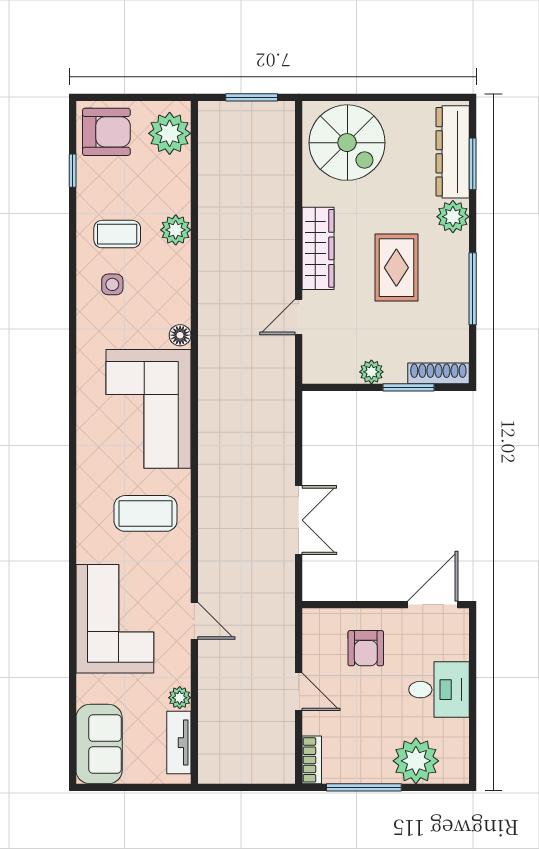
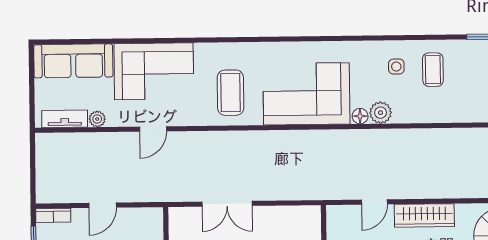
plant: (176, 230) -> (381, 113), moved
door: (299, 317) -> (374, 202), swing flipped
sofa: (99, 744) -> (73, 61), width x1.36

